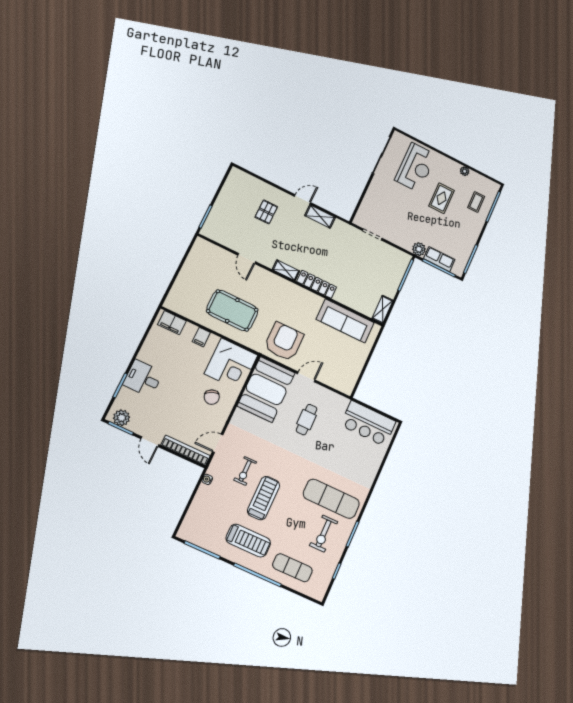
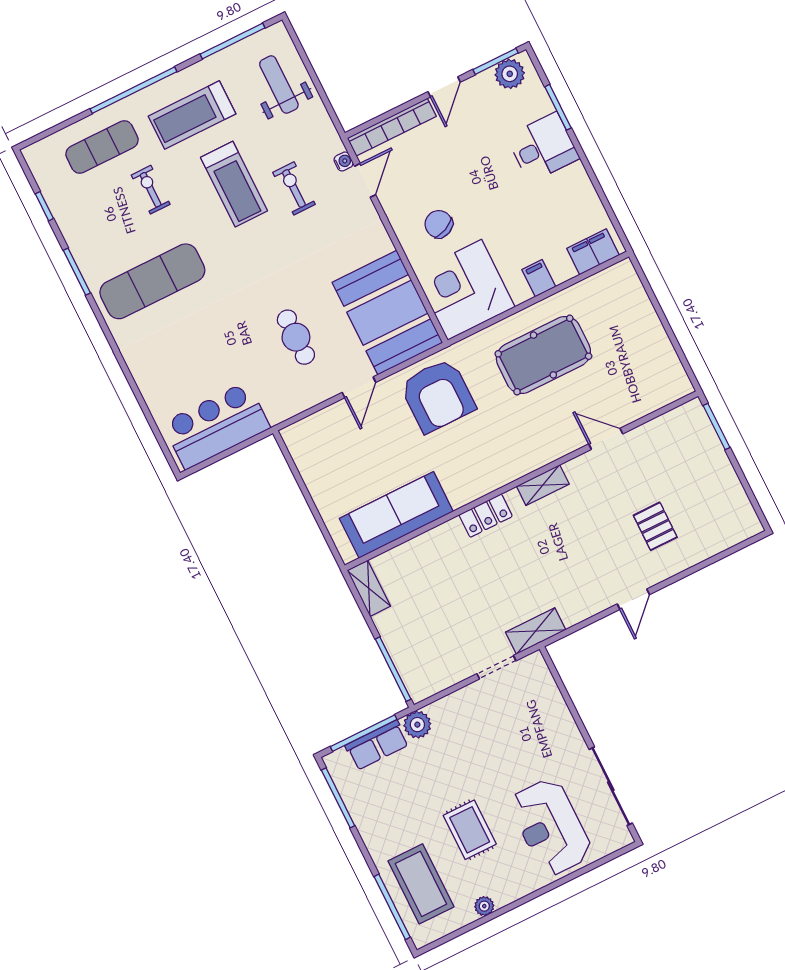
coffee table: (476, 202) -> (421, 884), width x1.86, depth x1.72
shelving: (320, 216) -> (536, 631), moved
locker: (317, 284) -> (486, 516), width x0.66
door: (150, 442) -> (444, 87), swing flipped
water cooler: (207, 479) -> (344, 161), moved
weight bench: (205, 514) -> (279, 85), added
exercise bike: (324, 534) -> (151, 190), moved, width x0.73, depth x0.72

